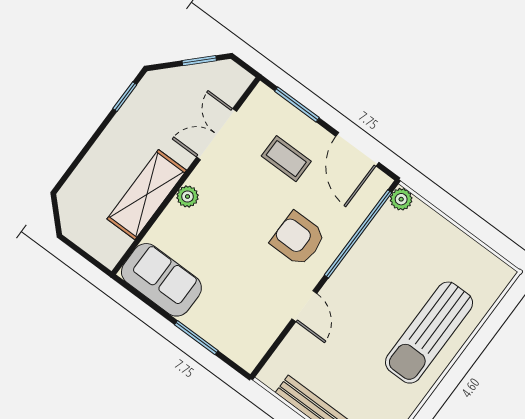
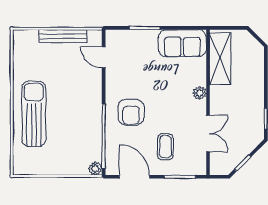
coffee table: (286, 159) -> (165, 147), turned 90
shelving: (147, 195) -> (220, 59), moved
armchair: (298, 239) -> (131, 112), turned 90
door: (304, 306) -> (104, 57), moved

